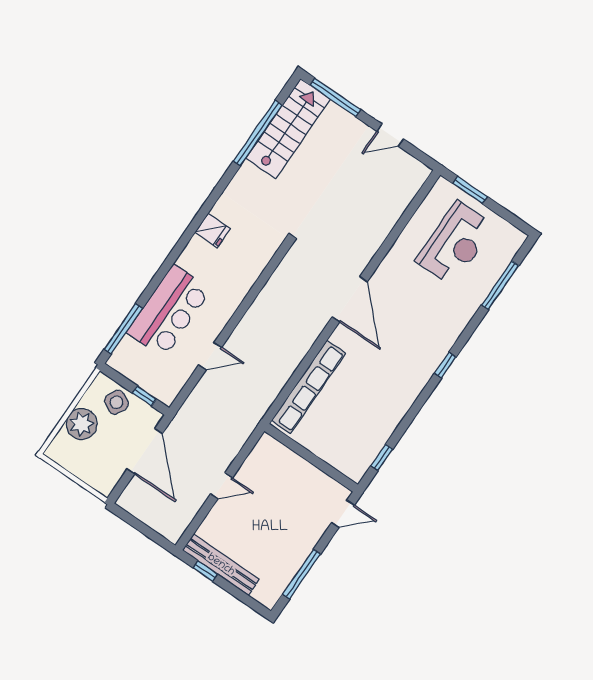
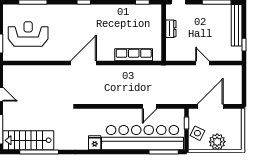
bar counter: (169, 311) -> (142, 138), width x1.86
door: (210, 356) -> (150, 106), swing flipped
row of seats: (309, 387) -> (134, 55), width x0.73
dresser: (309, 473) -> (171, 29), added
bench: (221, 565) -> (237, 25), moved

